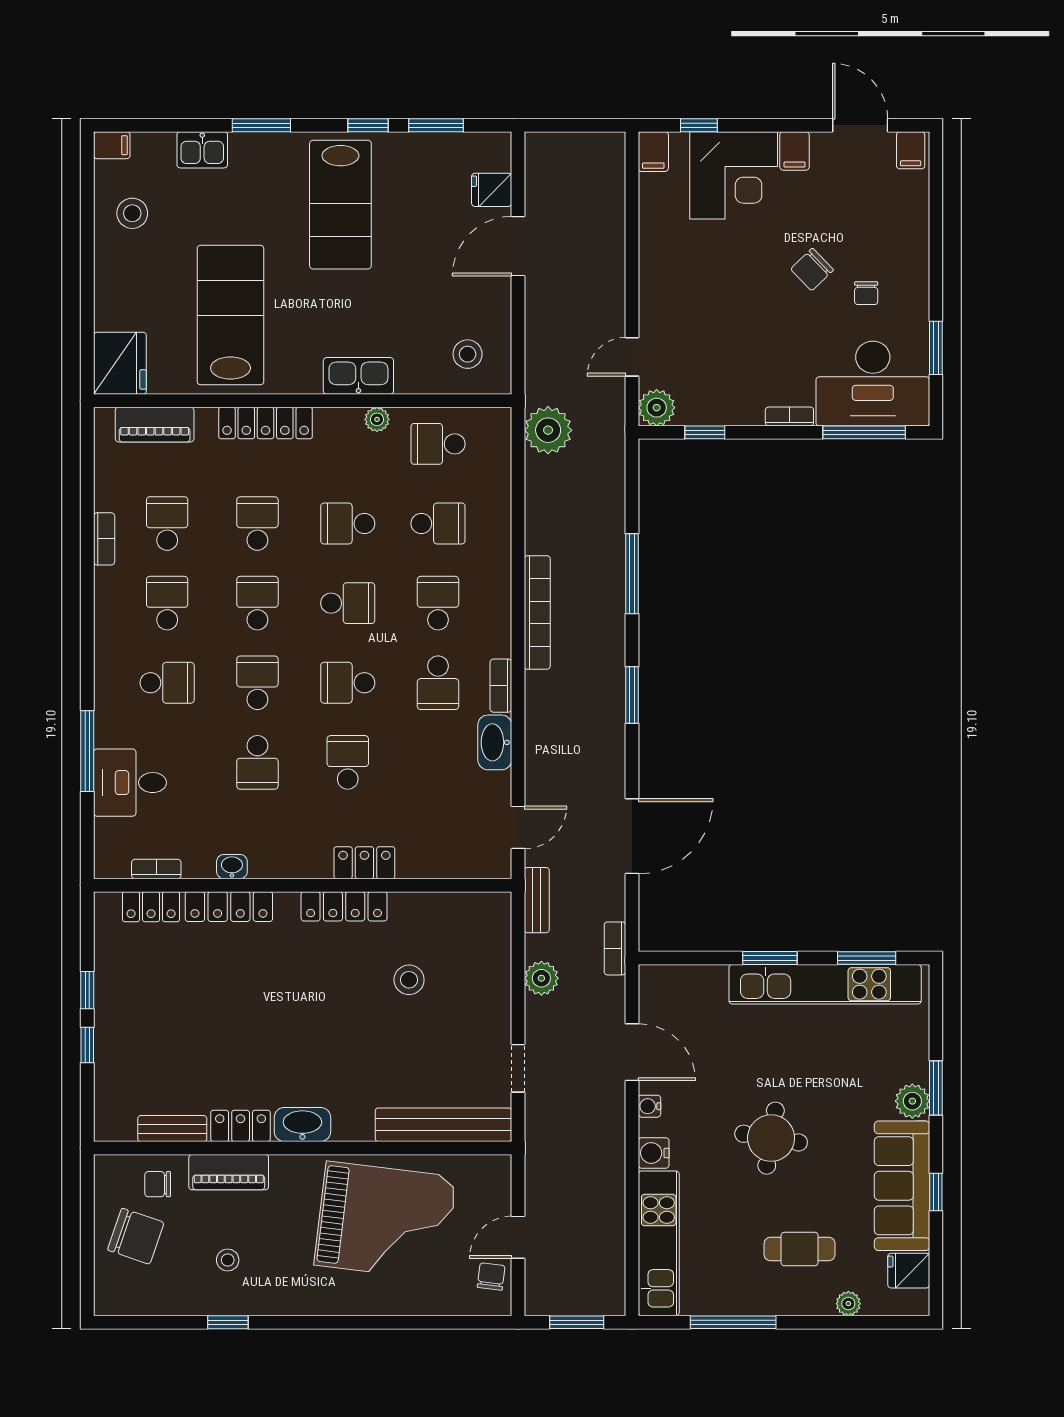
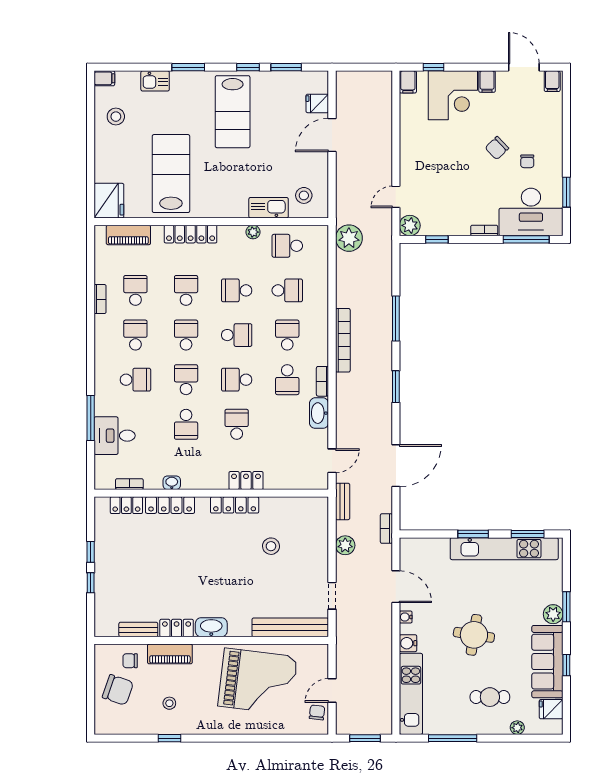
kitchen sink: (358, 376) -> (269, 208), moved

